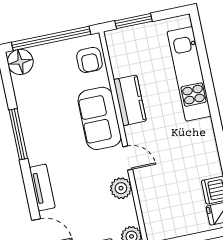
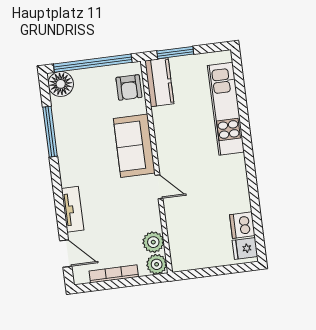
kitchen counter: (130, 100) -> (159, 82), moved
window: (18, 134) -> (50, 132), moved
plant: (121, 188) -> (153, 242), moved

